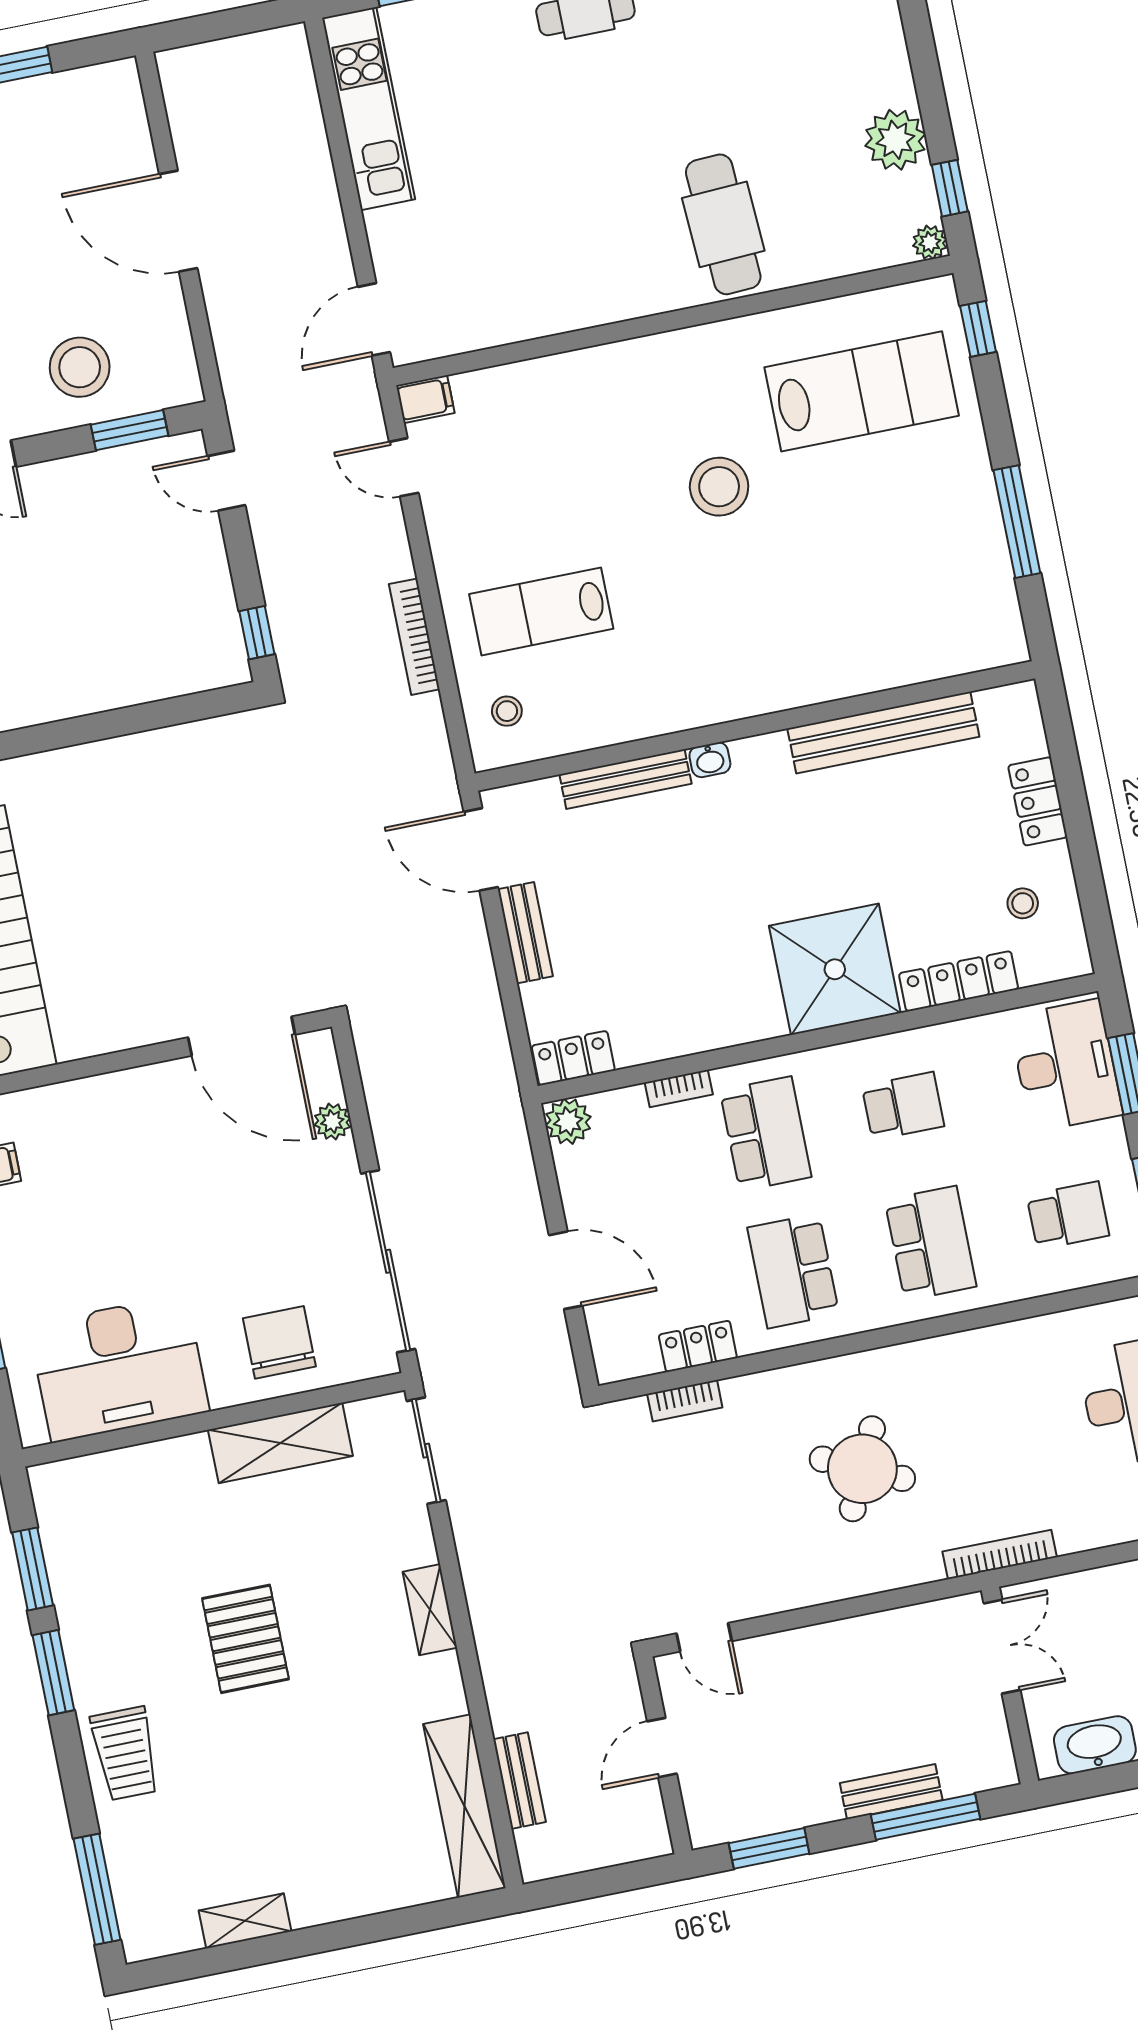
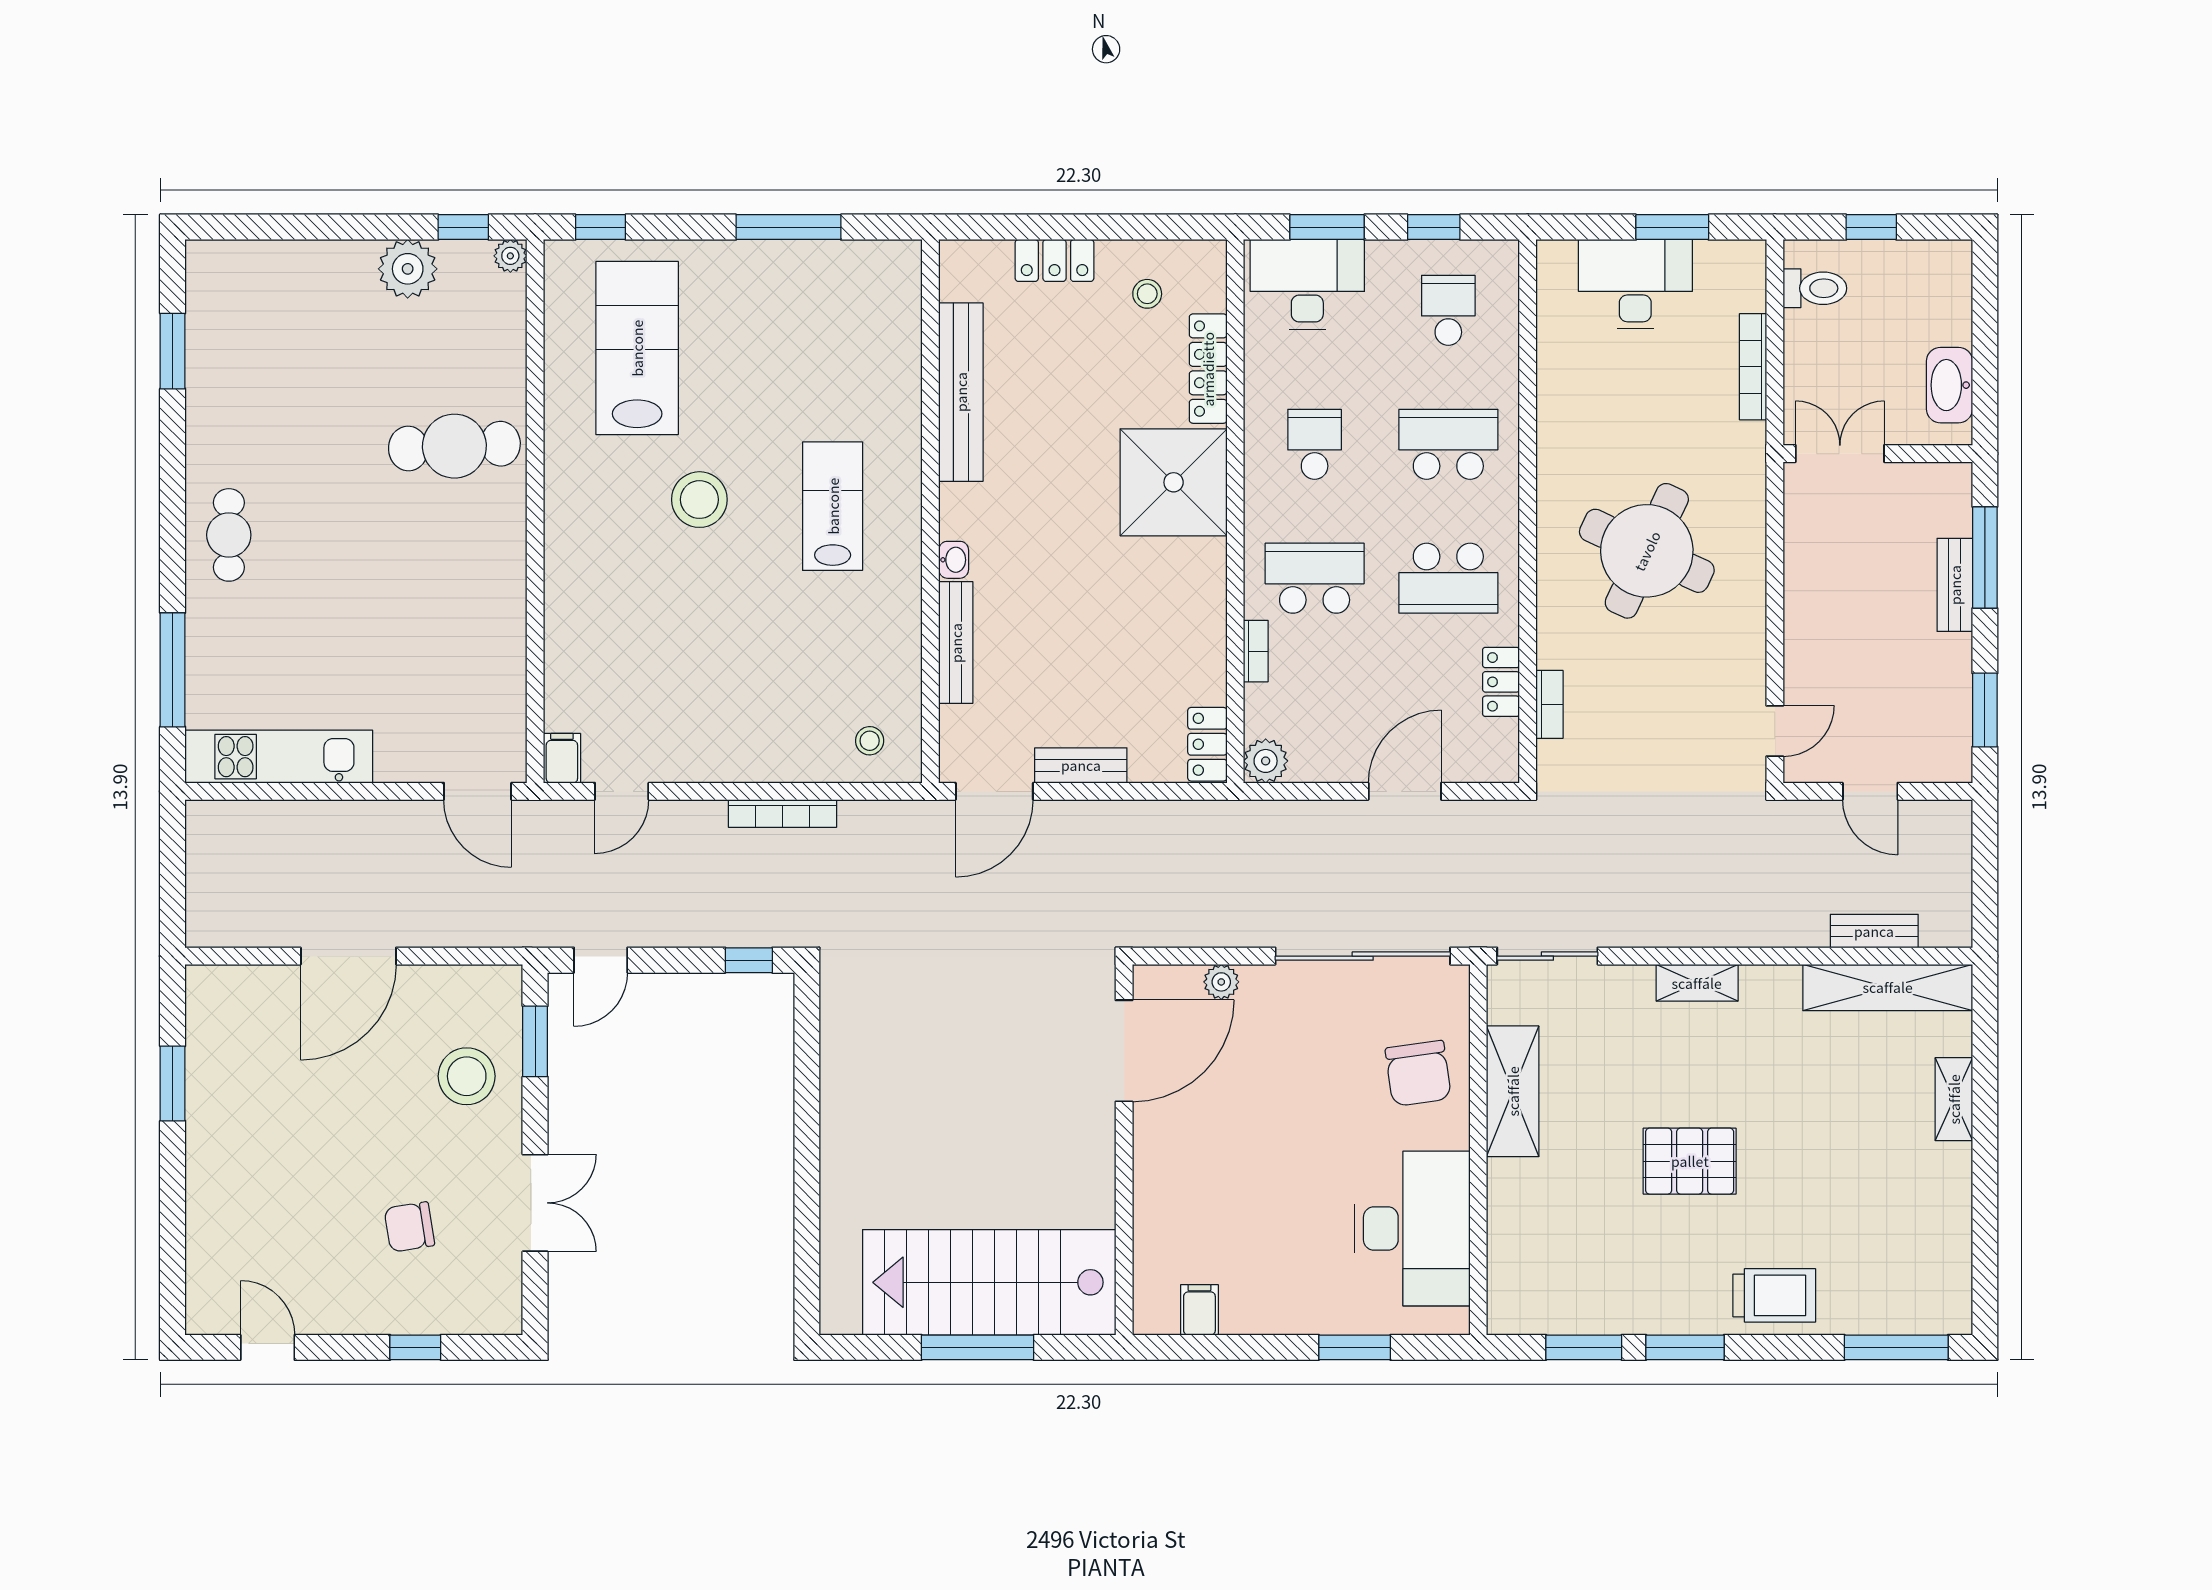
lab bench: (541, 611) -> (833, 506), moved, turned 180
chair: (279, 1342) -> (1418, 1073), turned -98
round table: (862, 1469) -> (1647, 551), width x1.36, depth x1.36
bookcase: (1000, 1554) -> (1753, 367), moved
shelving: (245, 1921) -> (1954, 1099), moved

